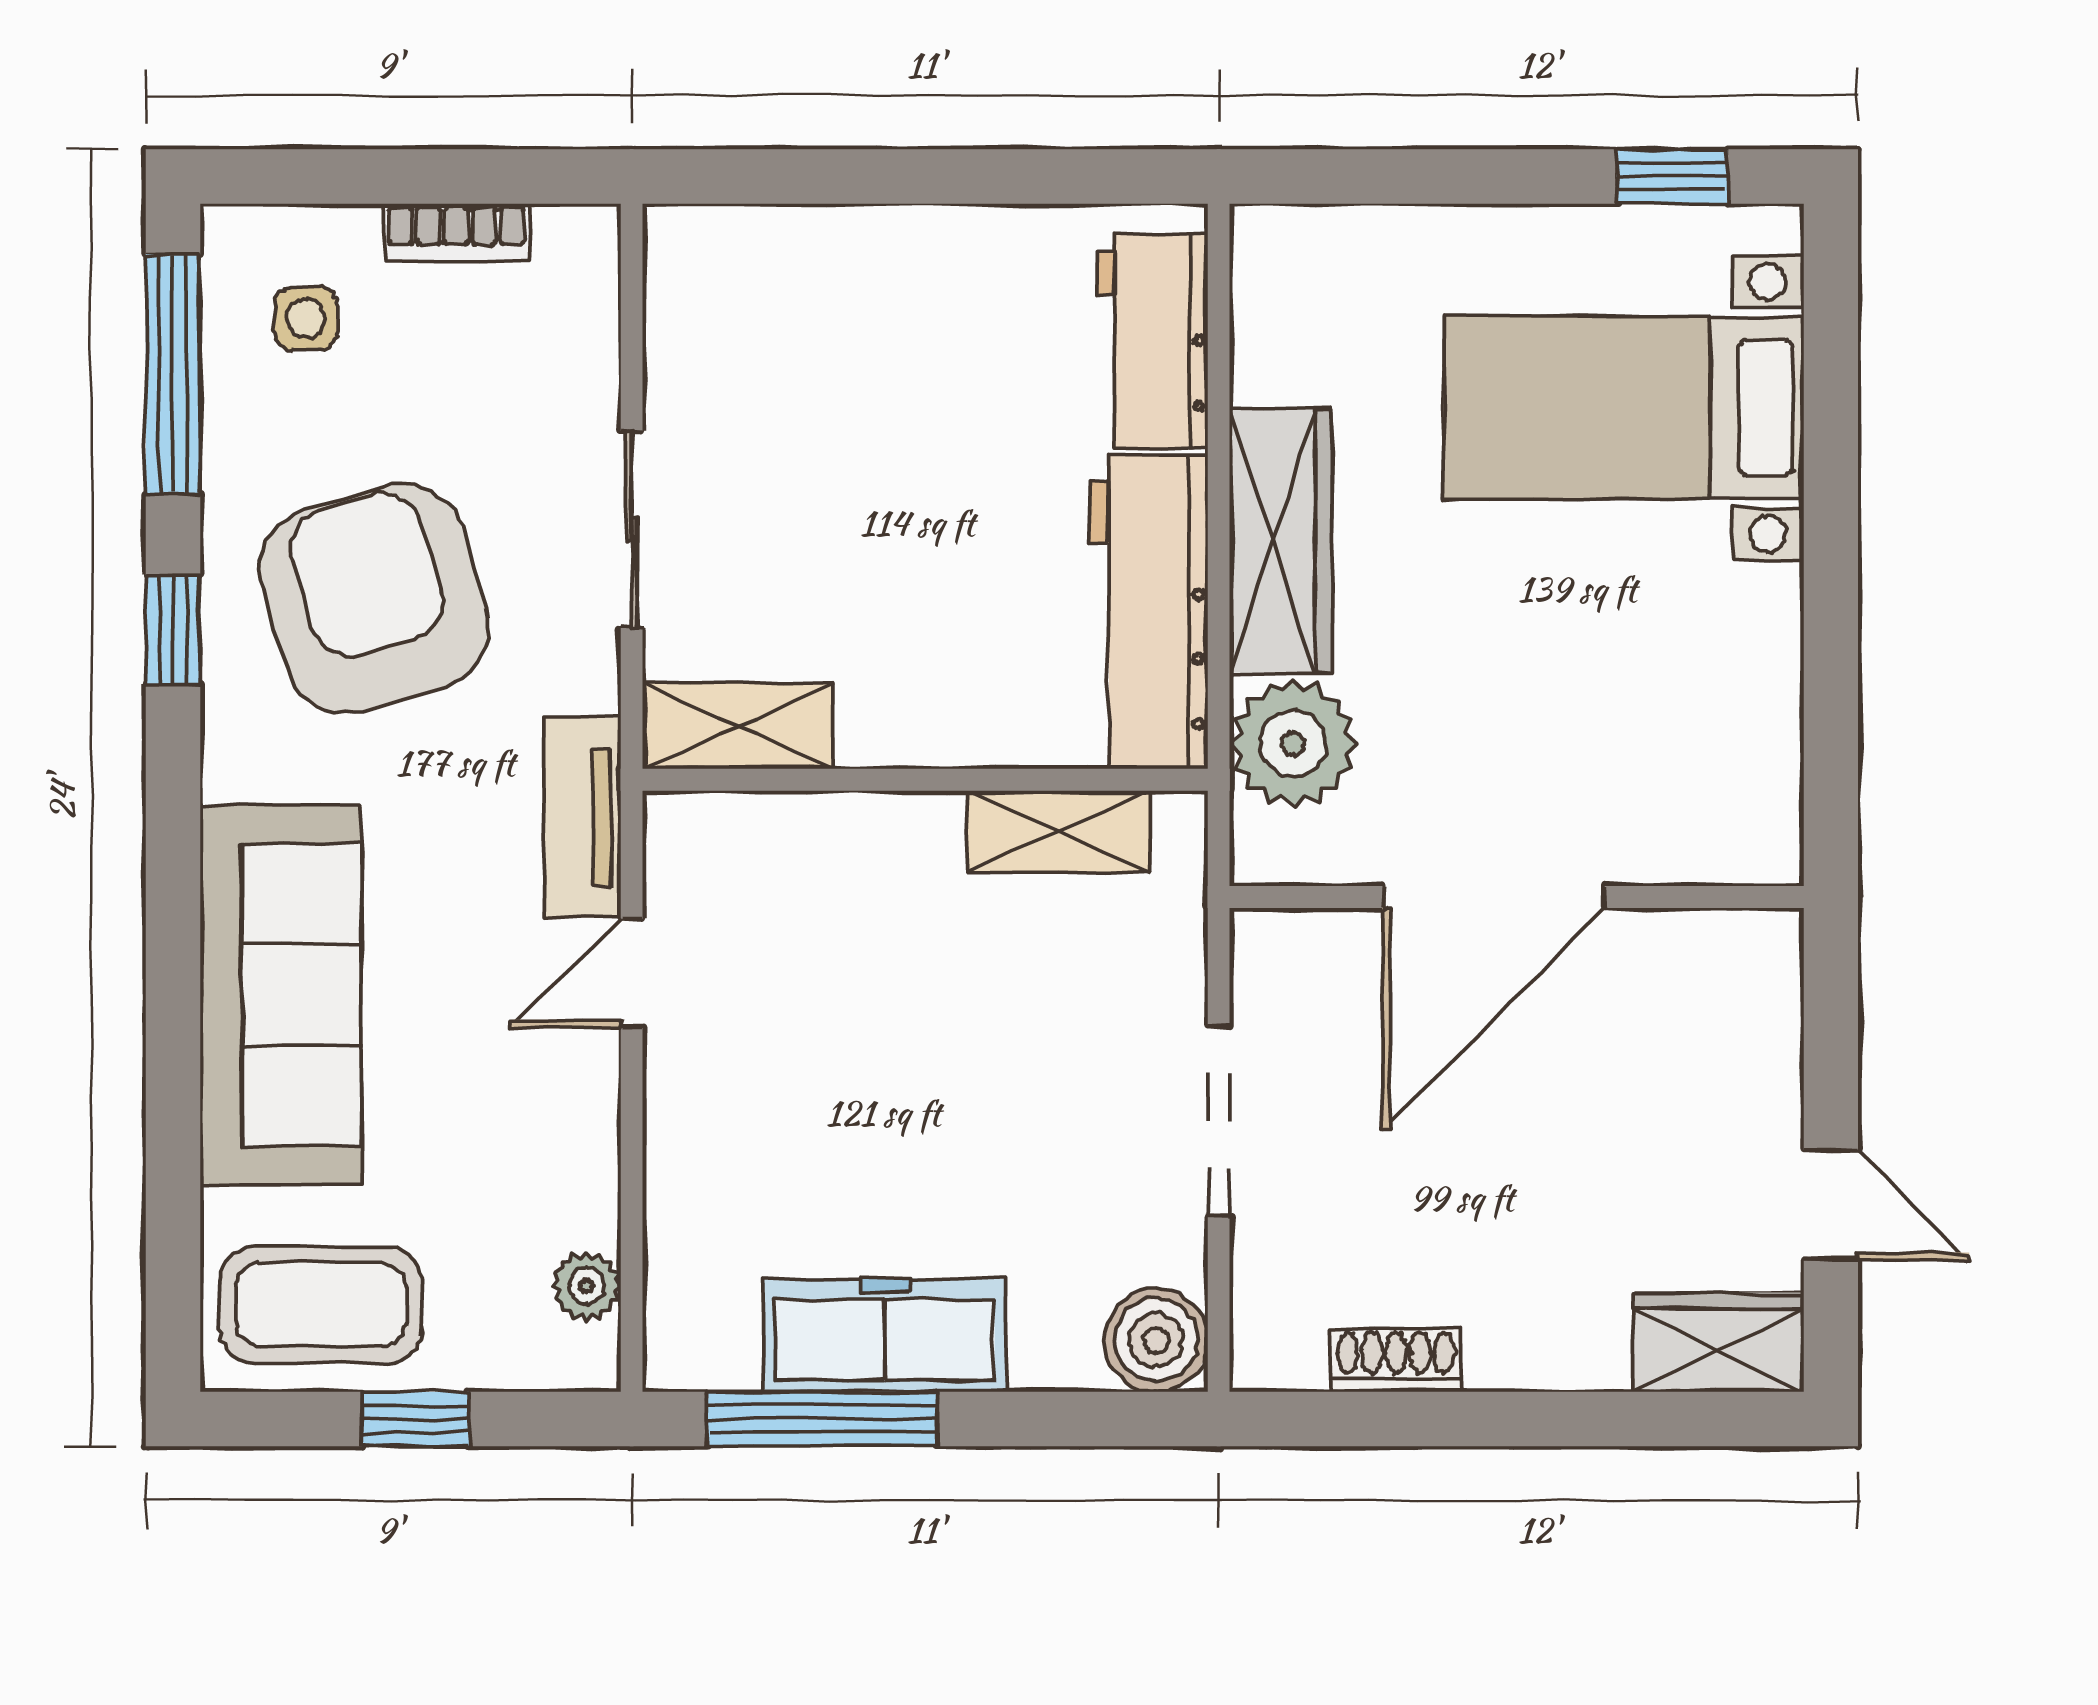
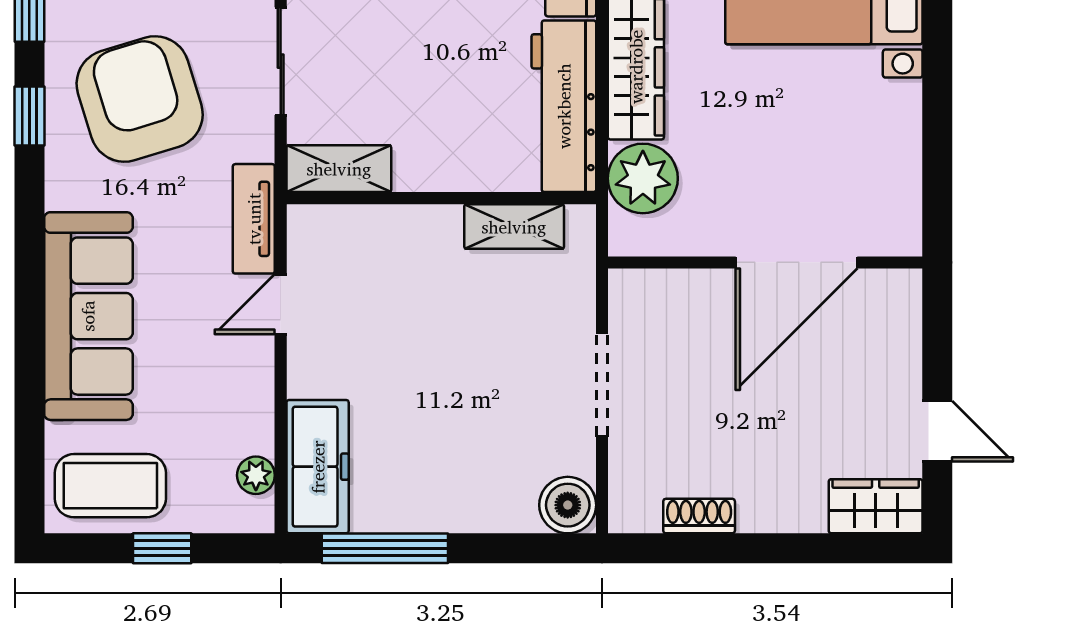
door: (1494, 897) -> (796, 262), moved
freezer: (885, 1335) -> (318, 467), moved, turned 90

